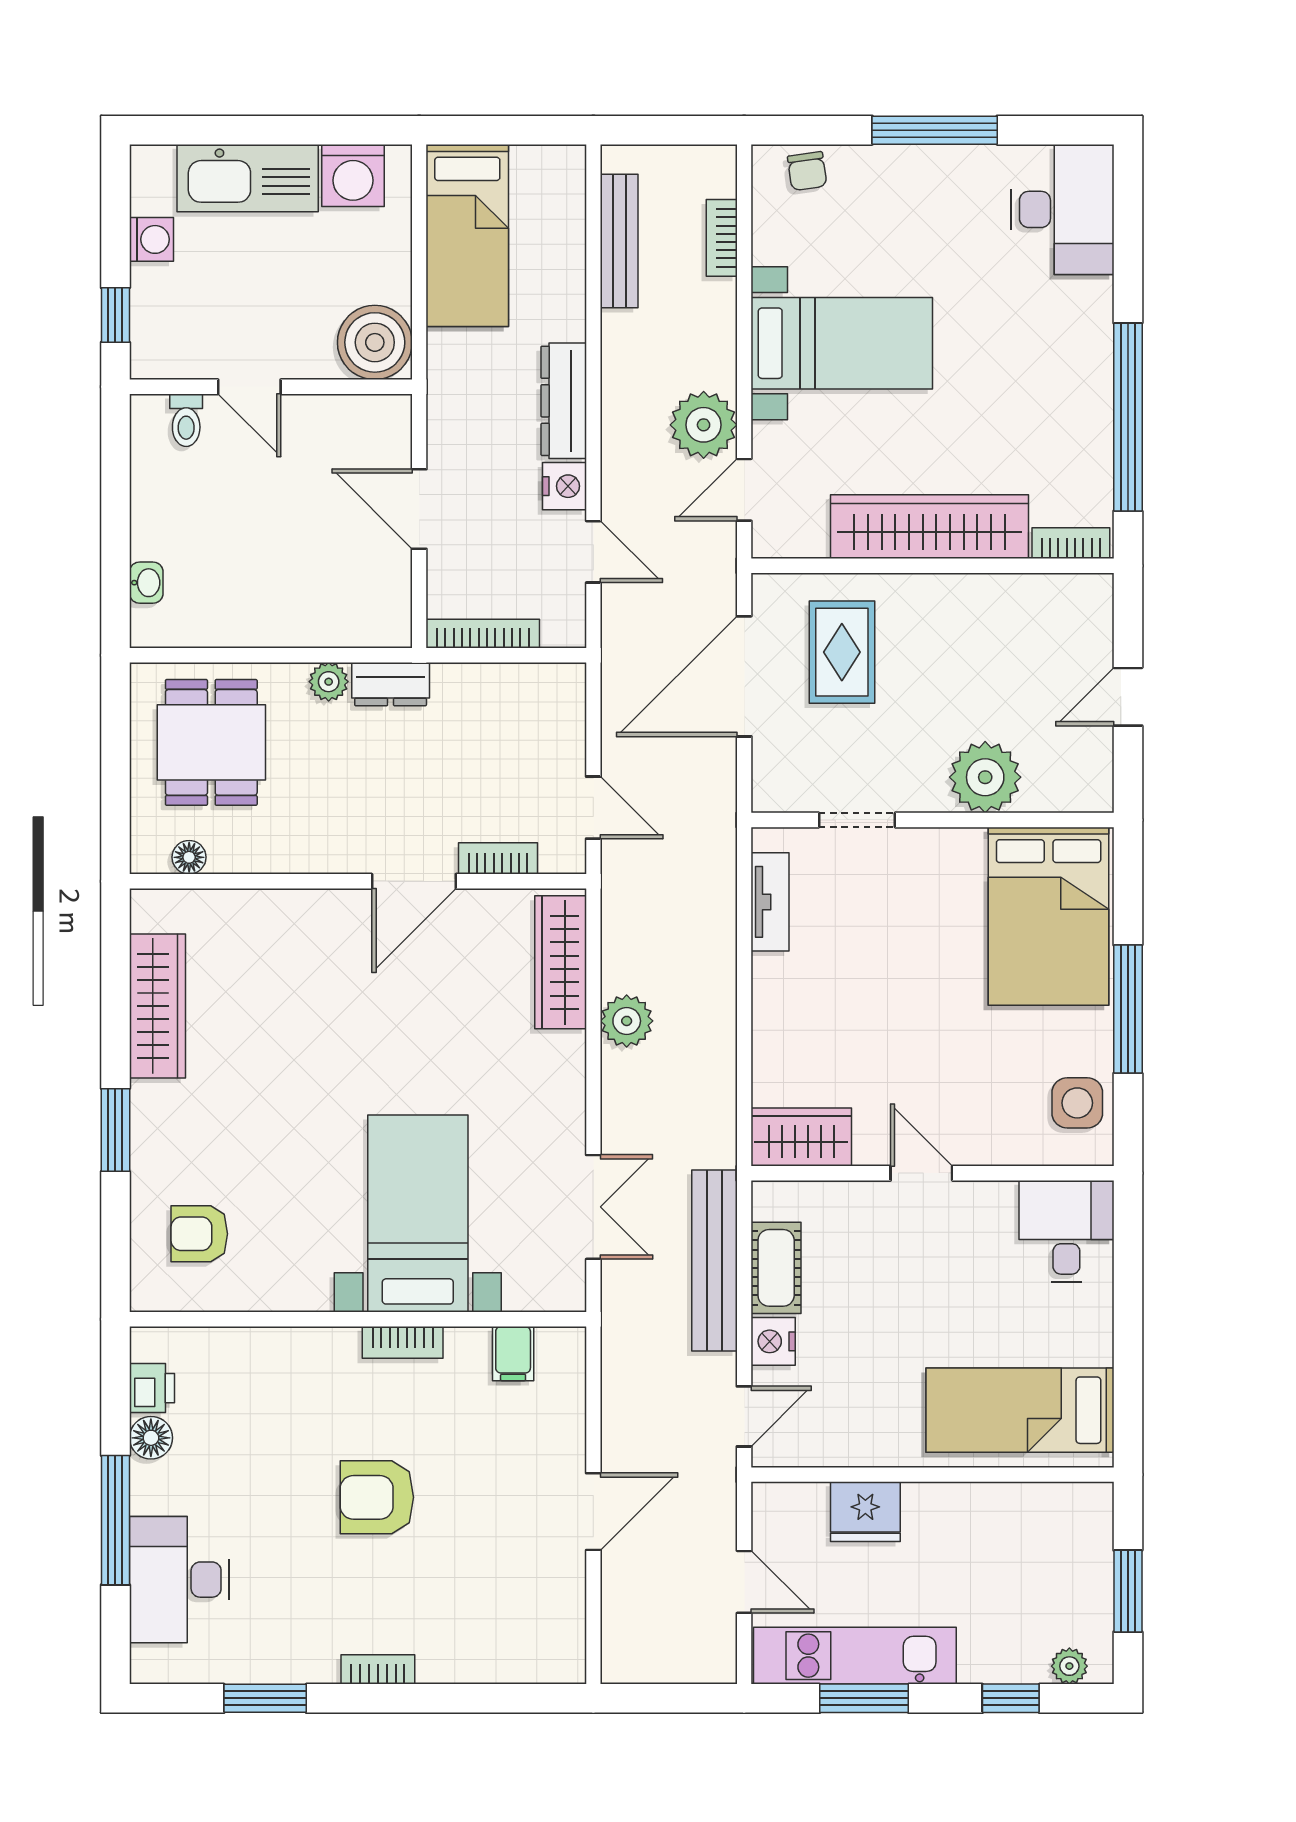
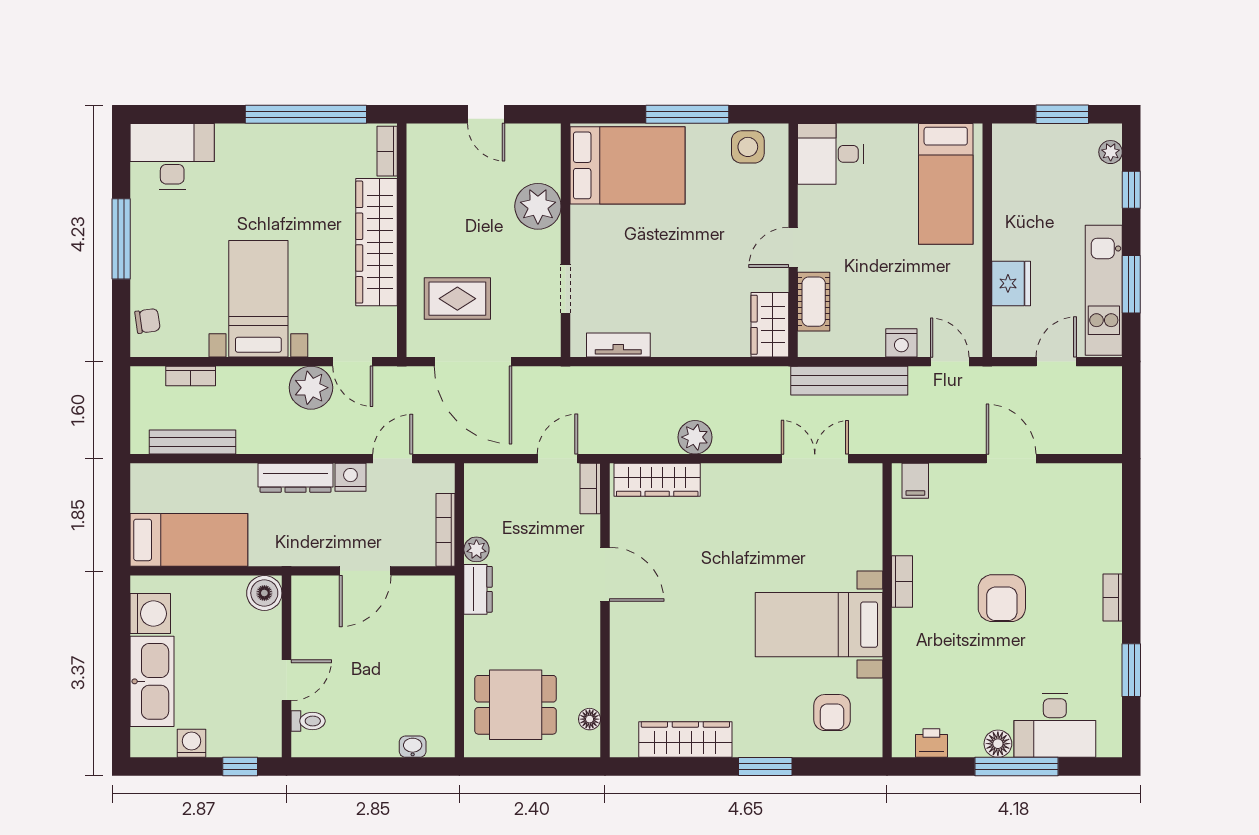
boiler: (375, 342) -> (264, 593), width x0.73, depth x0.73
plant: (329, 682) -> (476, 549), moved
bookcase: (498, 858) -> (590, 489), moved
bed with nightstands: (418, 1213) -> (819, 625), moved
cot: (776, 1268) -> (814, 302), moved, turned 90
filing cabinet: (513, 1354) -> (915, 481), moved, turned 90
floor lamp: (151, 1438) -> (998, 744), moved

